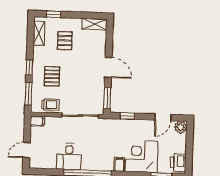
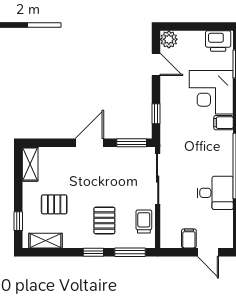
pallet: (52, 76) -> (104, 221), turned 90
filing cabinet: (37, 121) -> (189, 238), moved

